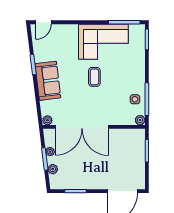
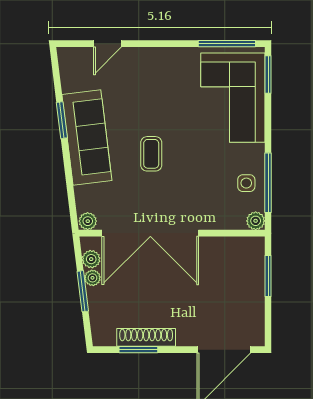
door: (43, 22) -> (107, 44), moved
corner sofa: (103, 42) -> (233, 98), moved, turned 90
coffee table: (94, 77) -> (151, 154), moved
sofa: (48, 81) -> (87, 137), width x1.36
plant: (53, 169) -> (91, 259), moved
shoe rack: (80, 184) -> (146, 337), added

